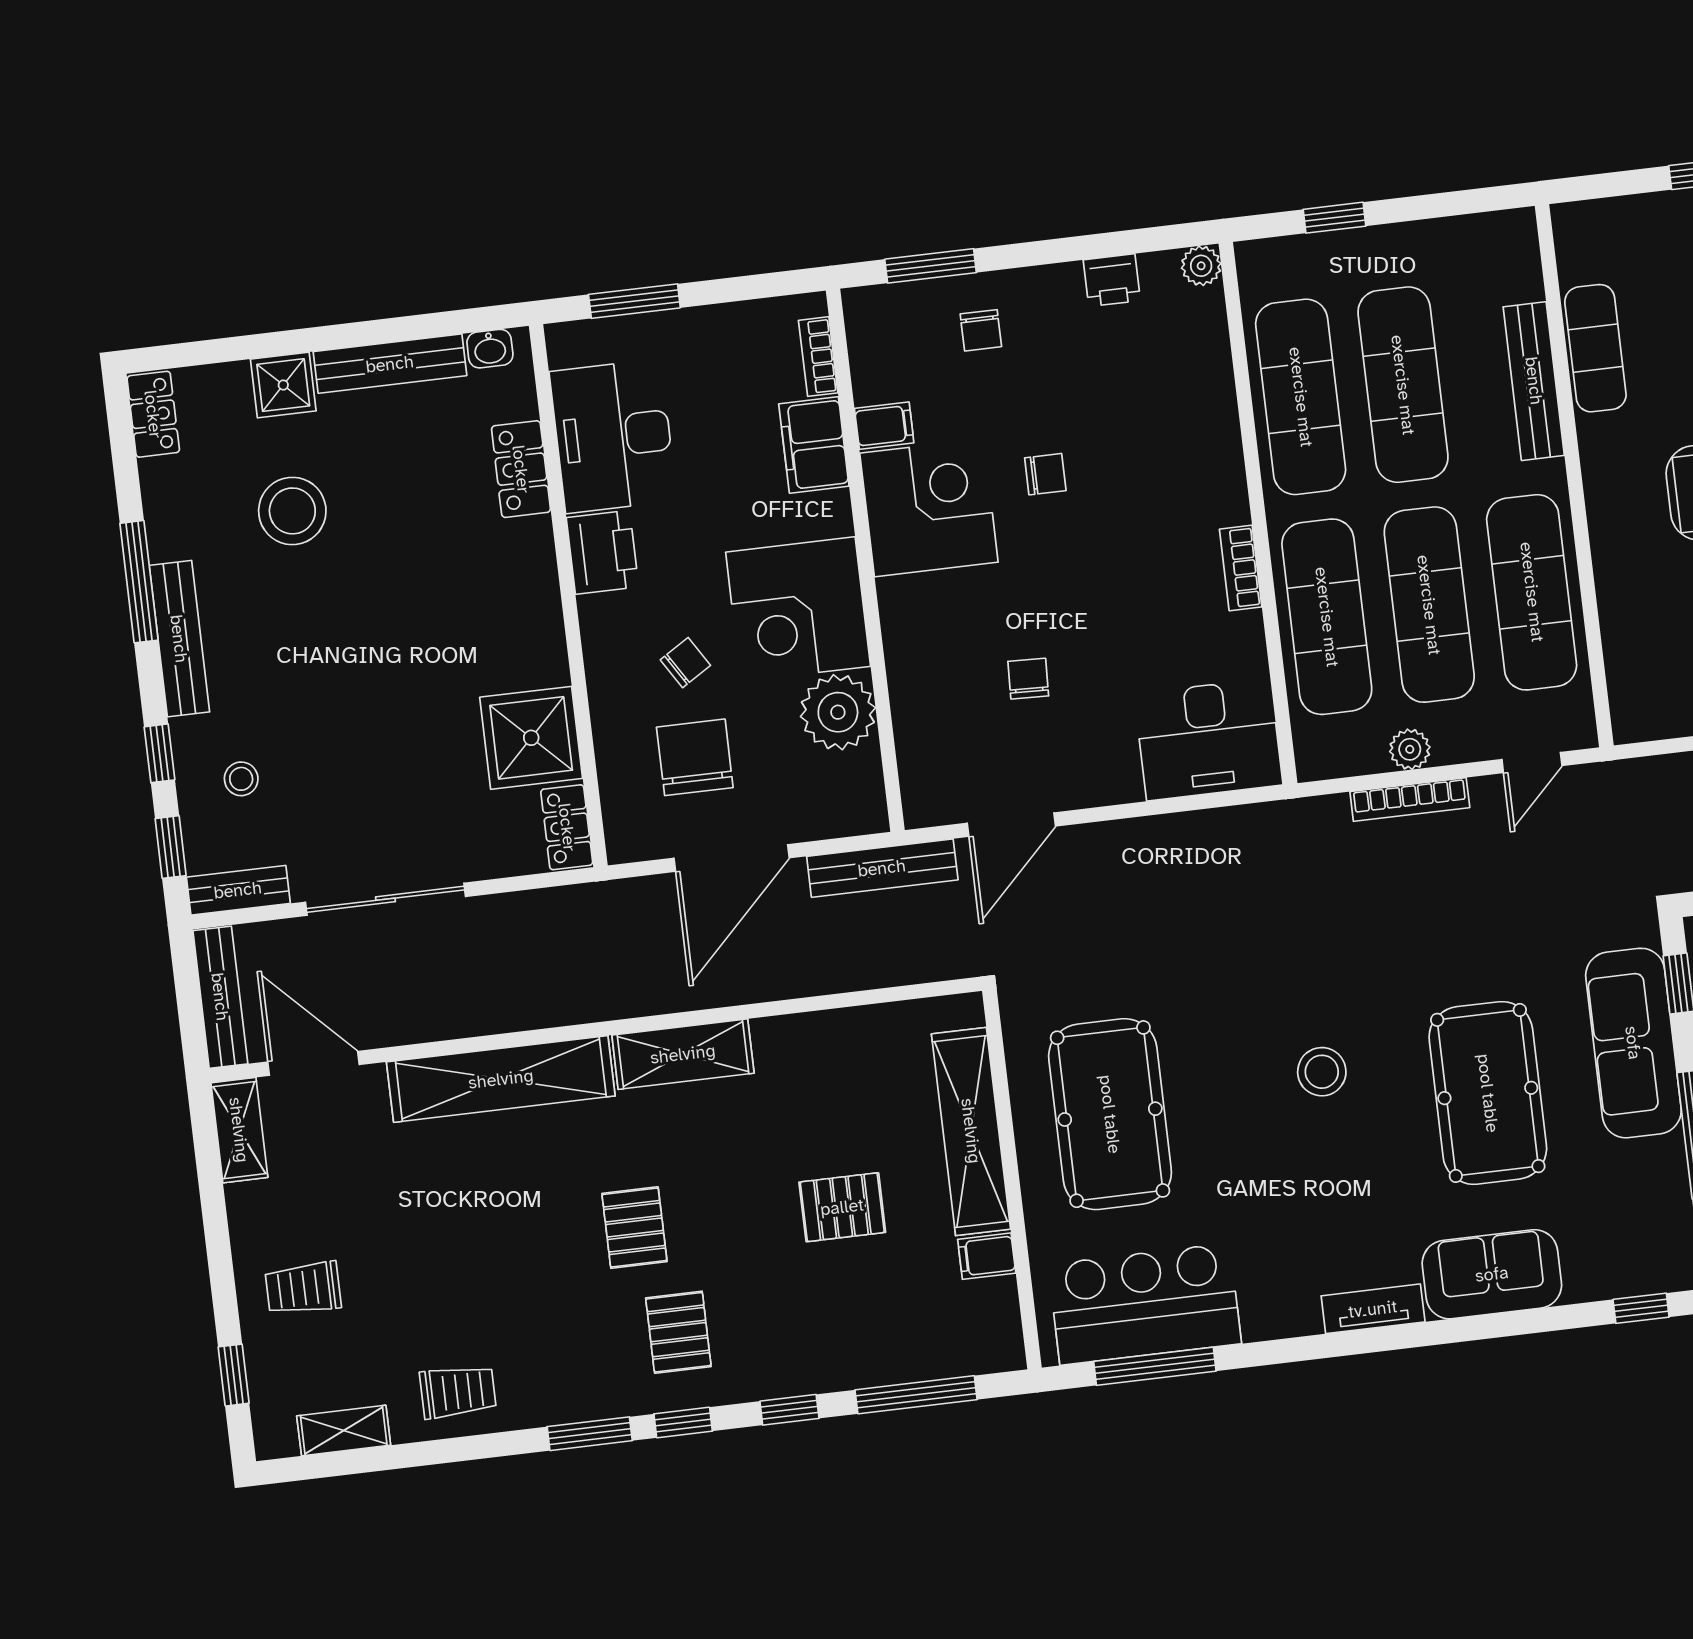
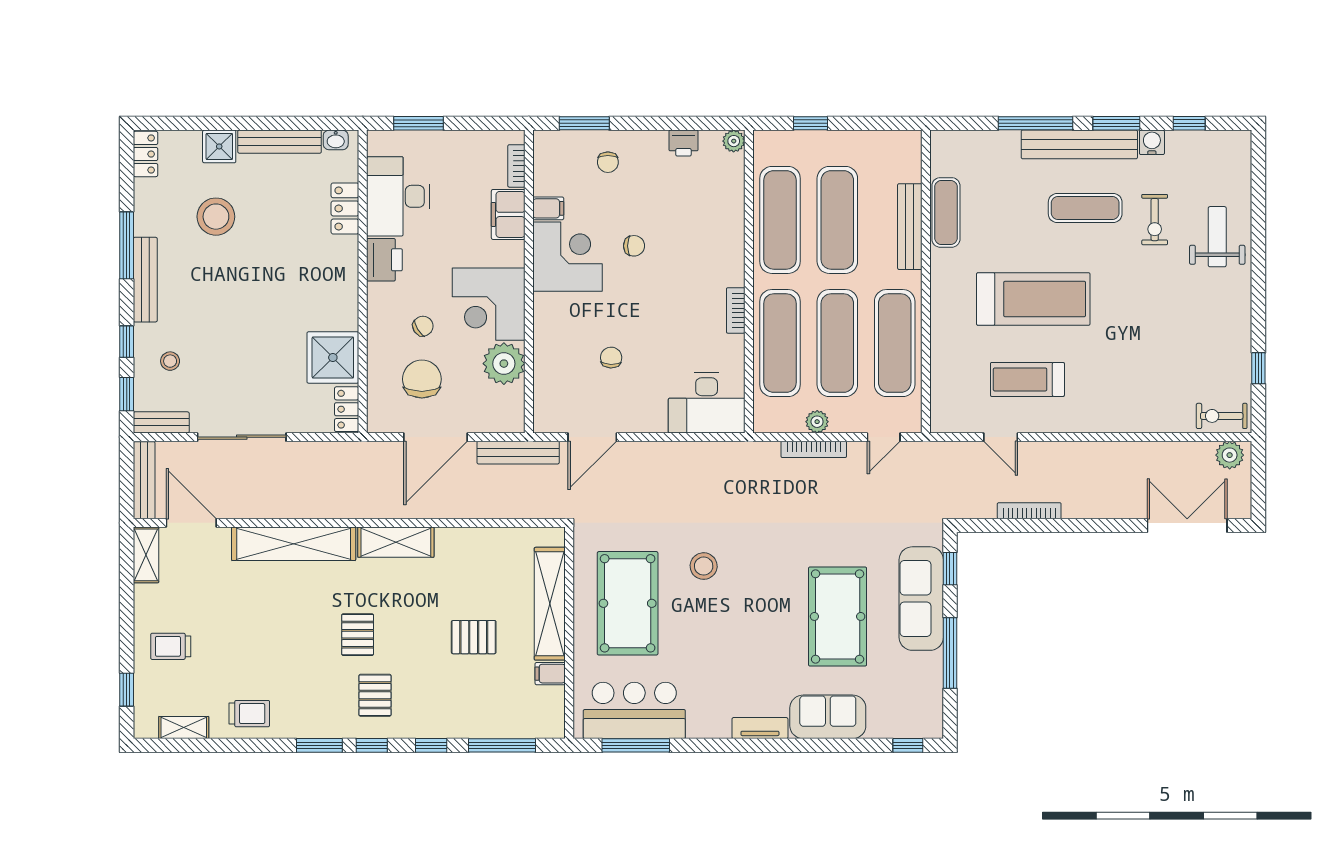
stool: (1322, 1072) -> (704, 566), moved

